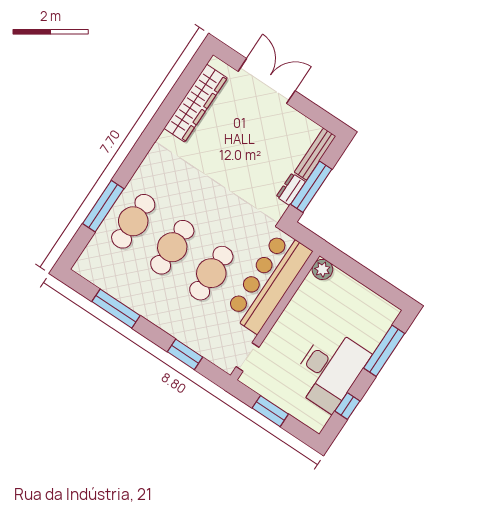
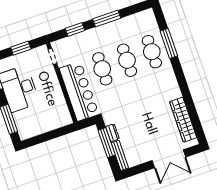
plant: (322, 269) -> (66, 119), removed
window: (116, 309) -> (107, 19), moved

